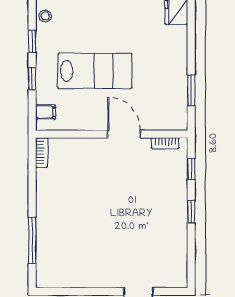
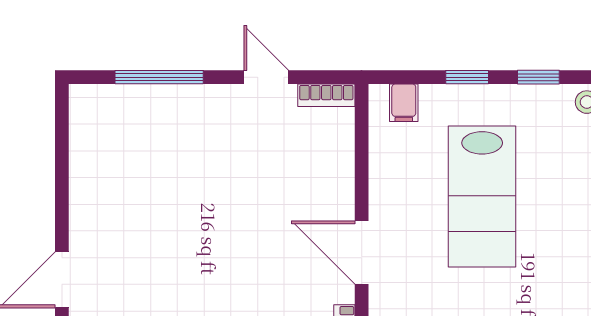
door: (124, 134) -> (362, 252), swing flipped
door: (32, 184) -> (266, 77), added

